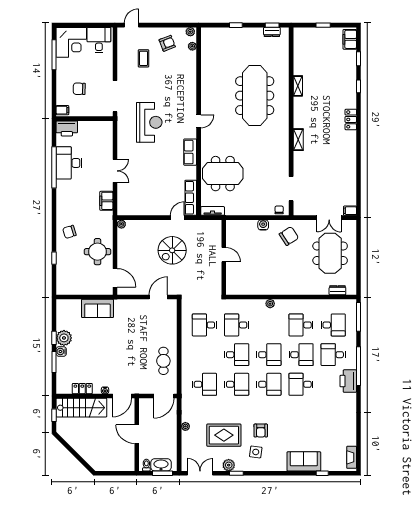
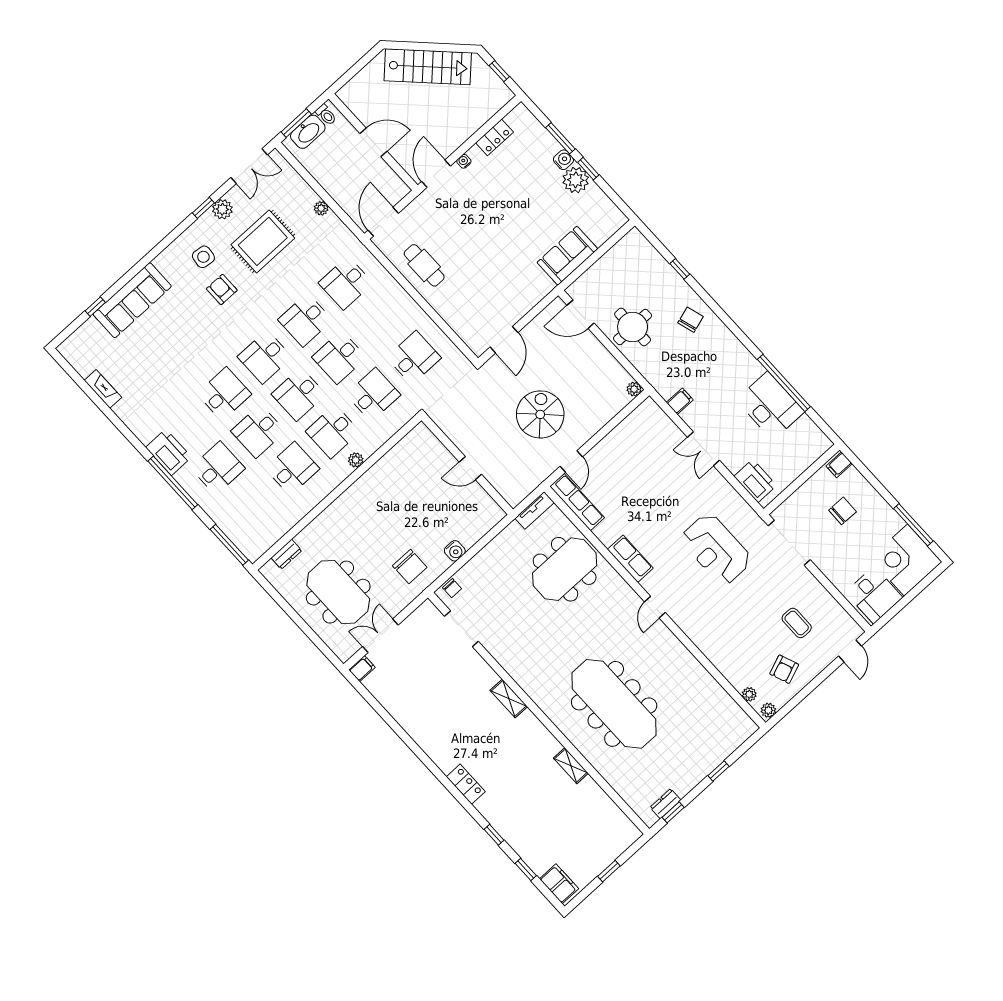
printer: (67, 128) -> (755, 481), moved, turned 90
filing cabinet: (106, 201) -> (680, 401), width x0.50
chair: (289, 236) -> (410, 567), turned -57
desk: (333, 325) -> (333, 432), moved
stairs: (81, 408) -> (428, 67), moved, turned -135
fireplace: (352, 457) -> (103, 389), moved
sofa: (304, 461) -> (132, 300), width x1.36

